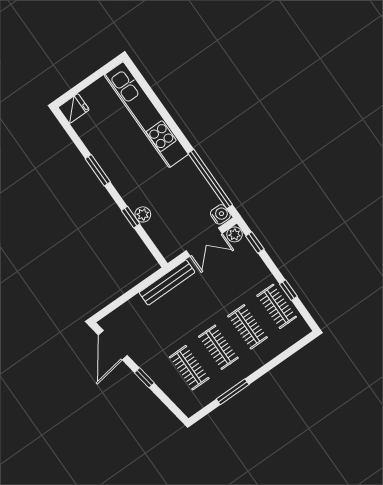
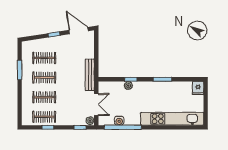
water cooler: (220, 214) -> (119, 121), moved
double door: (204, 242) -> (96, 105), swing flipped

